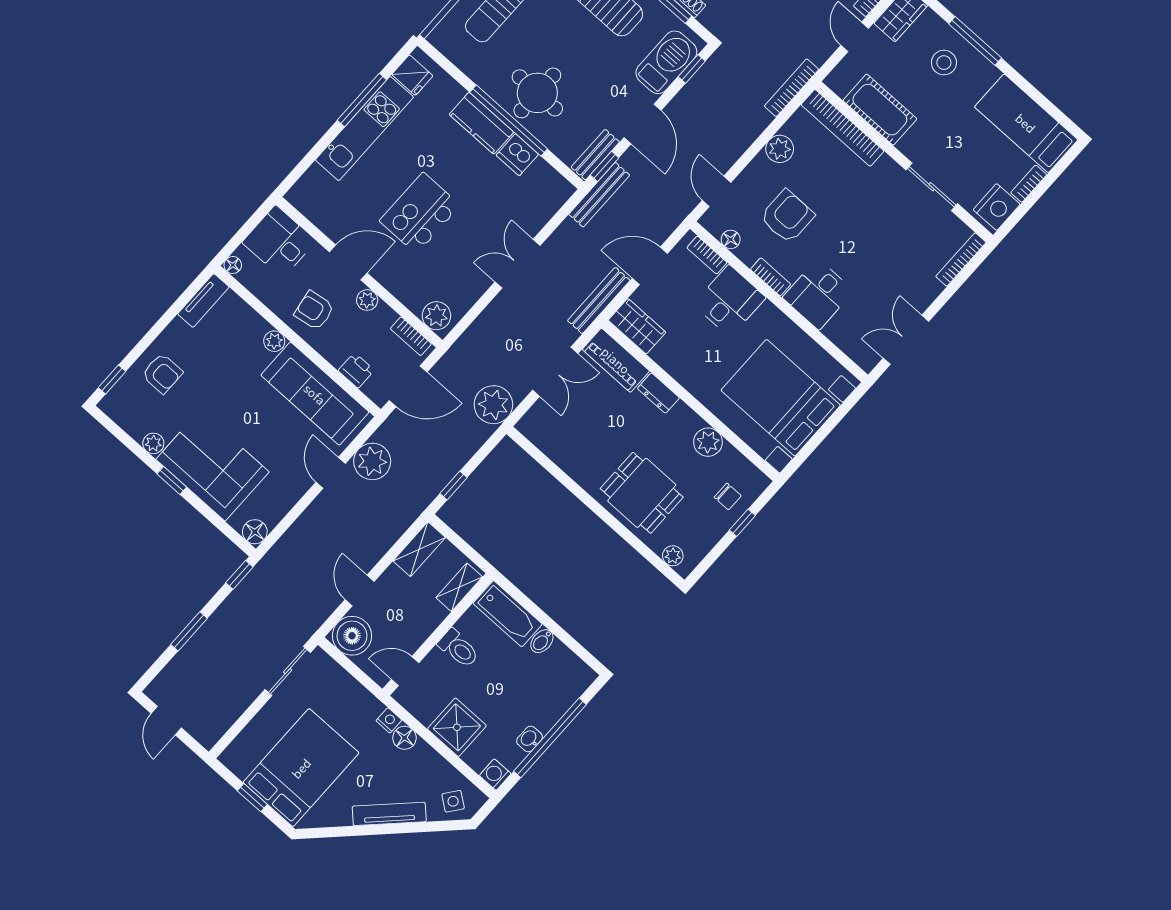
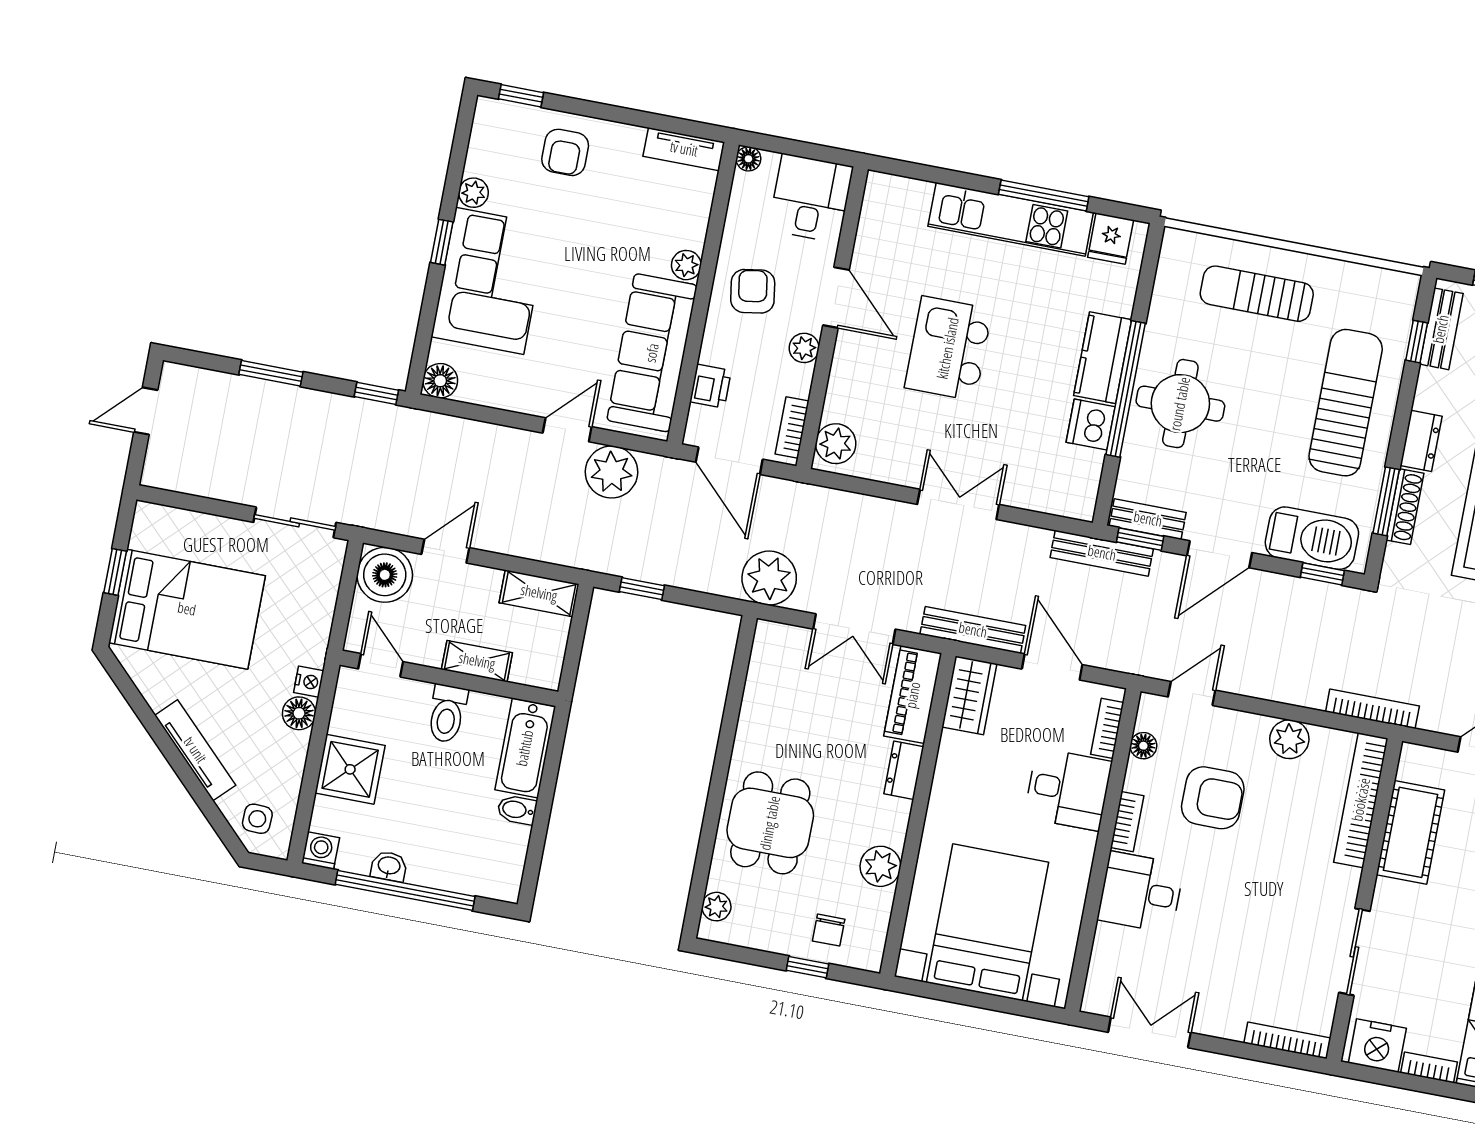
kitchen island: (420, 213) -> (948, 348), turned -90
shelving: (459, 587) -> (477, 661), moved
side table: (453, 801) -> (257, 819), turned -35

